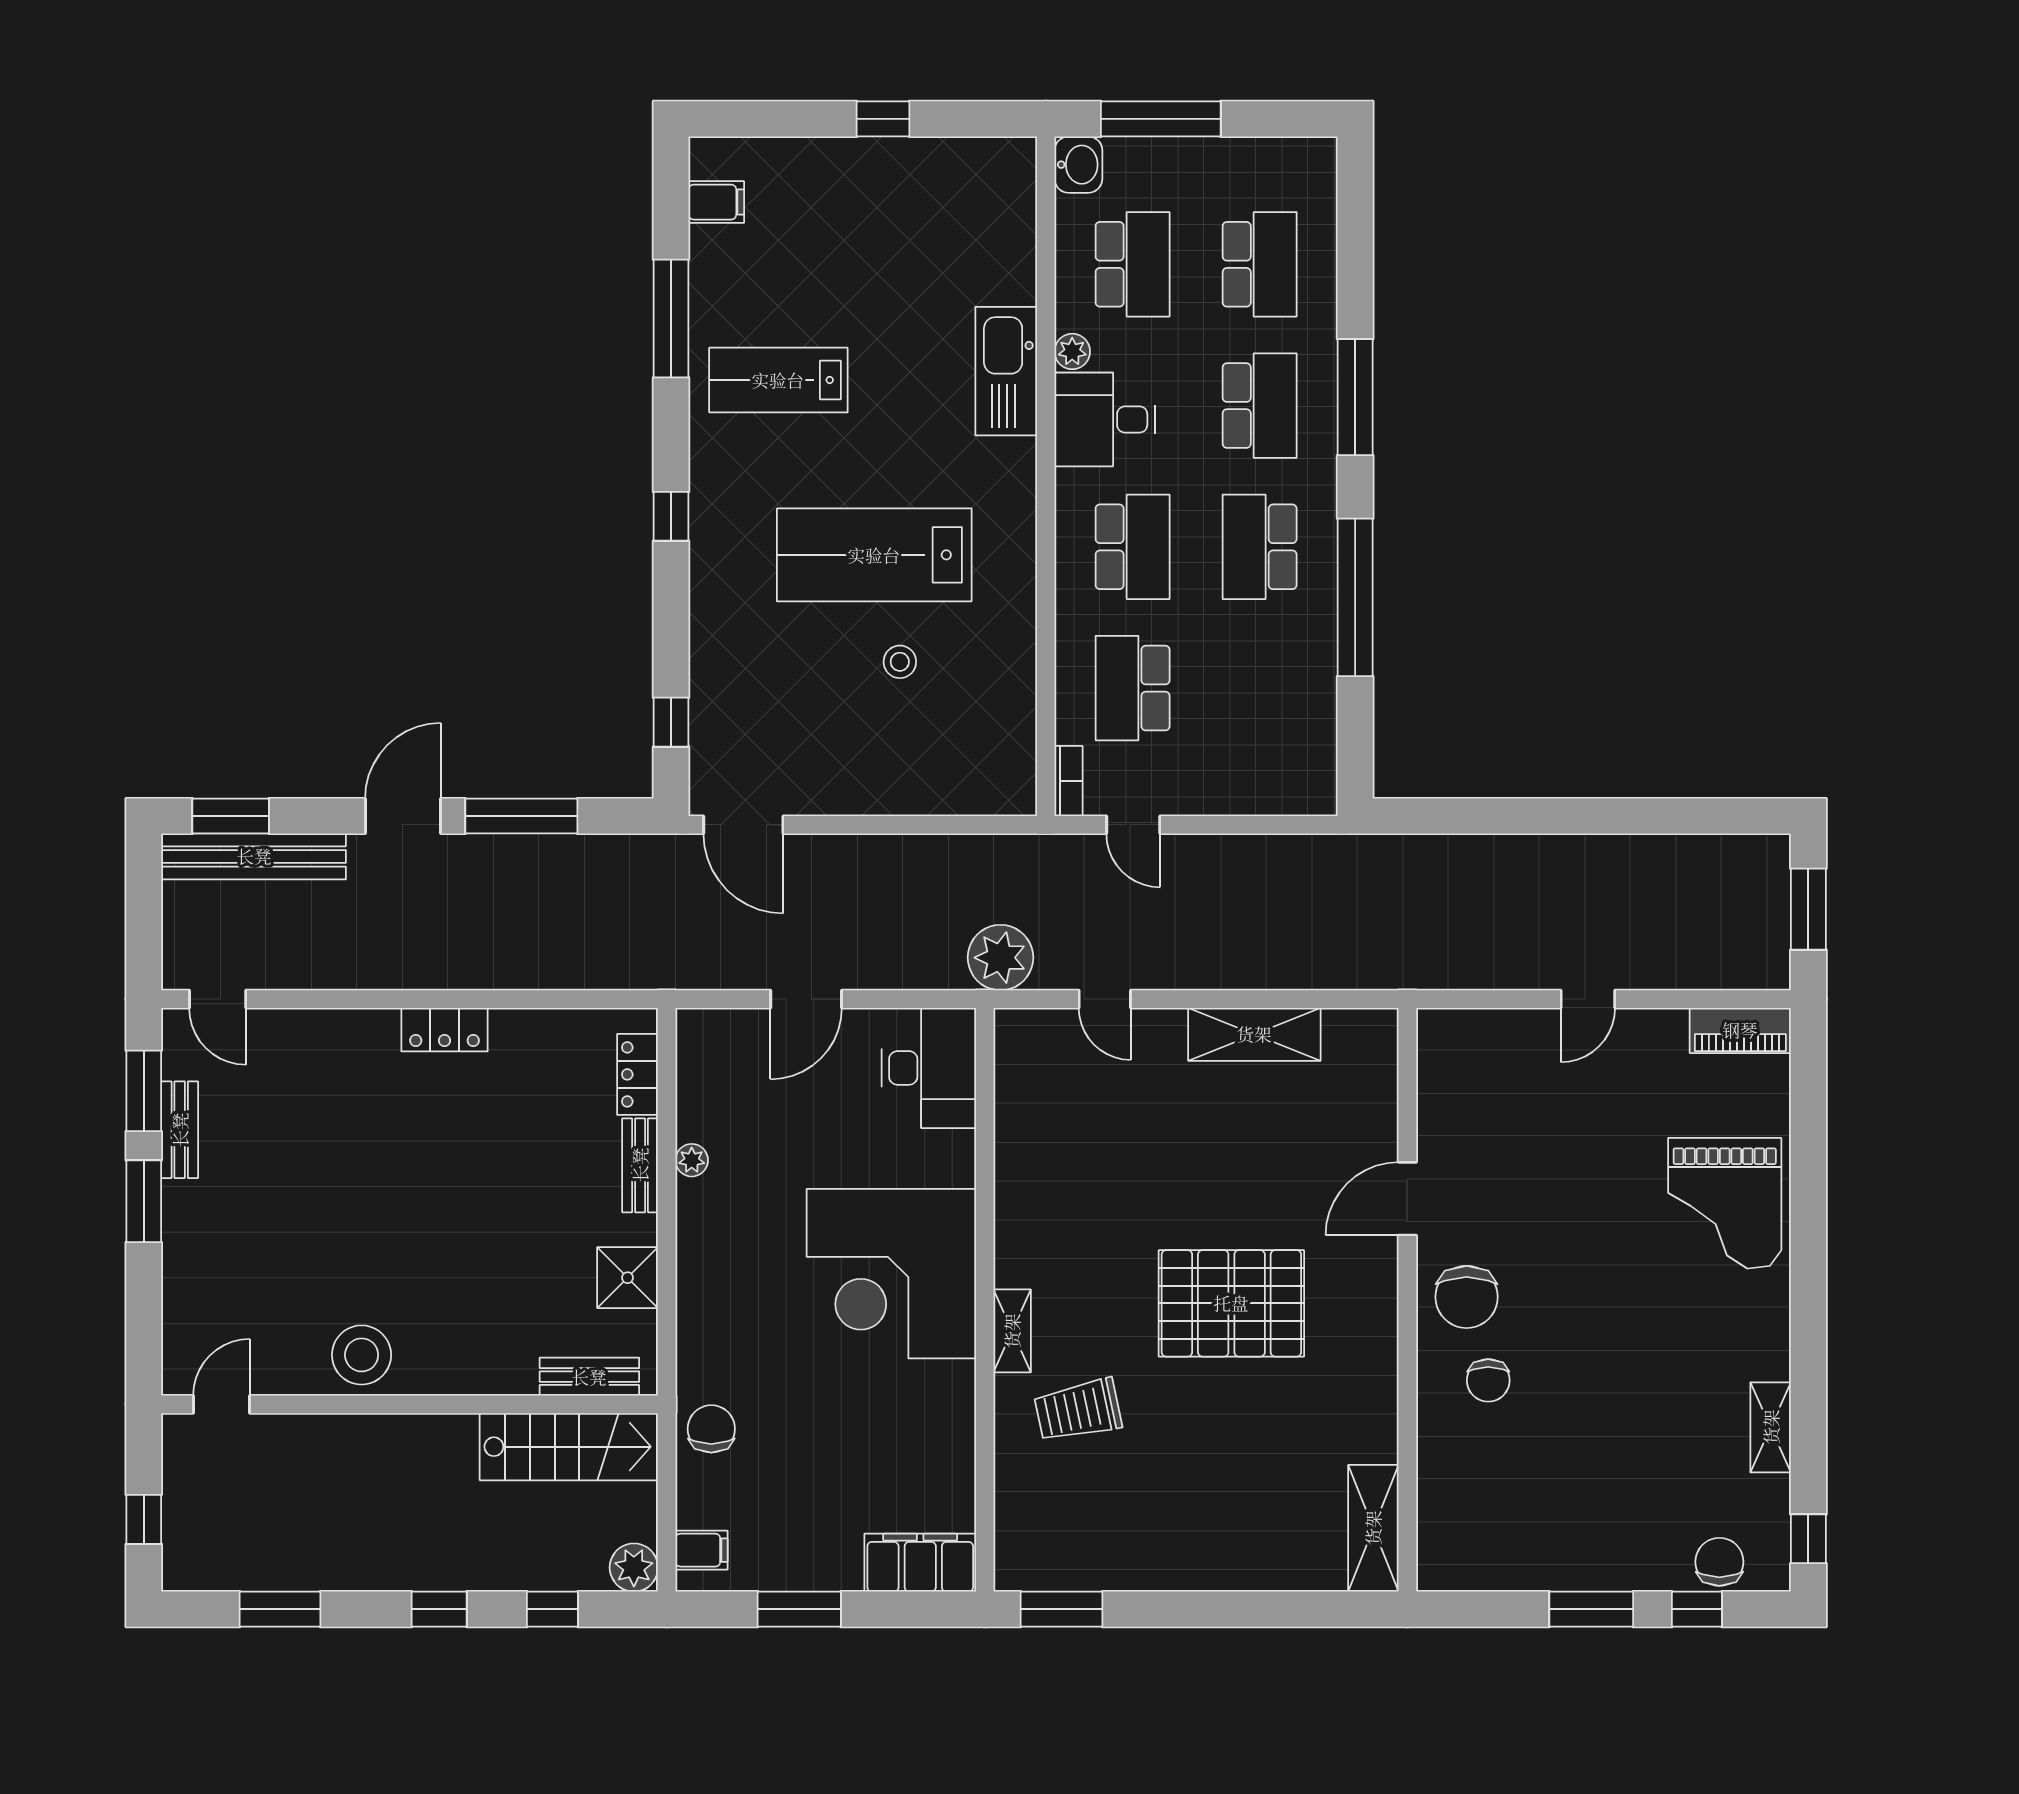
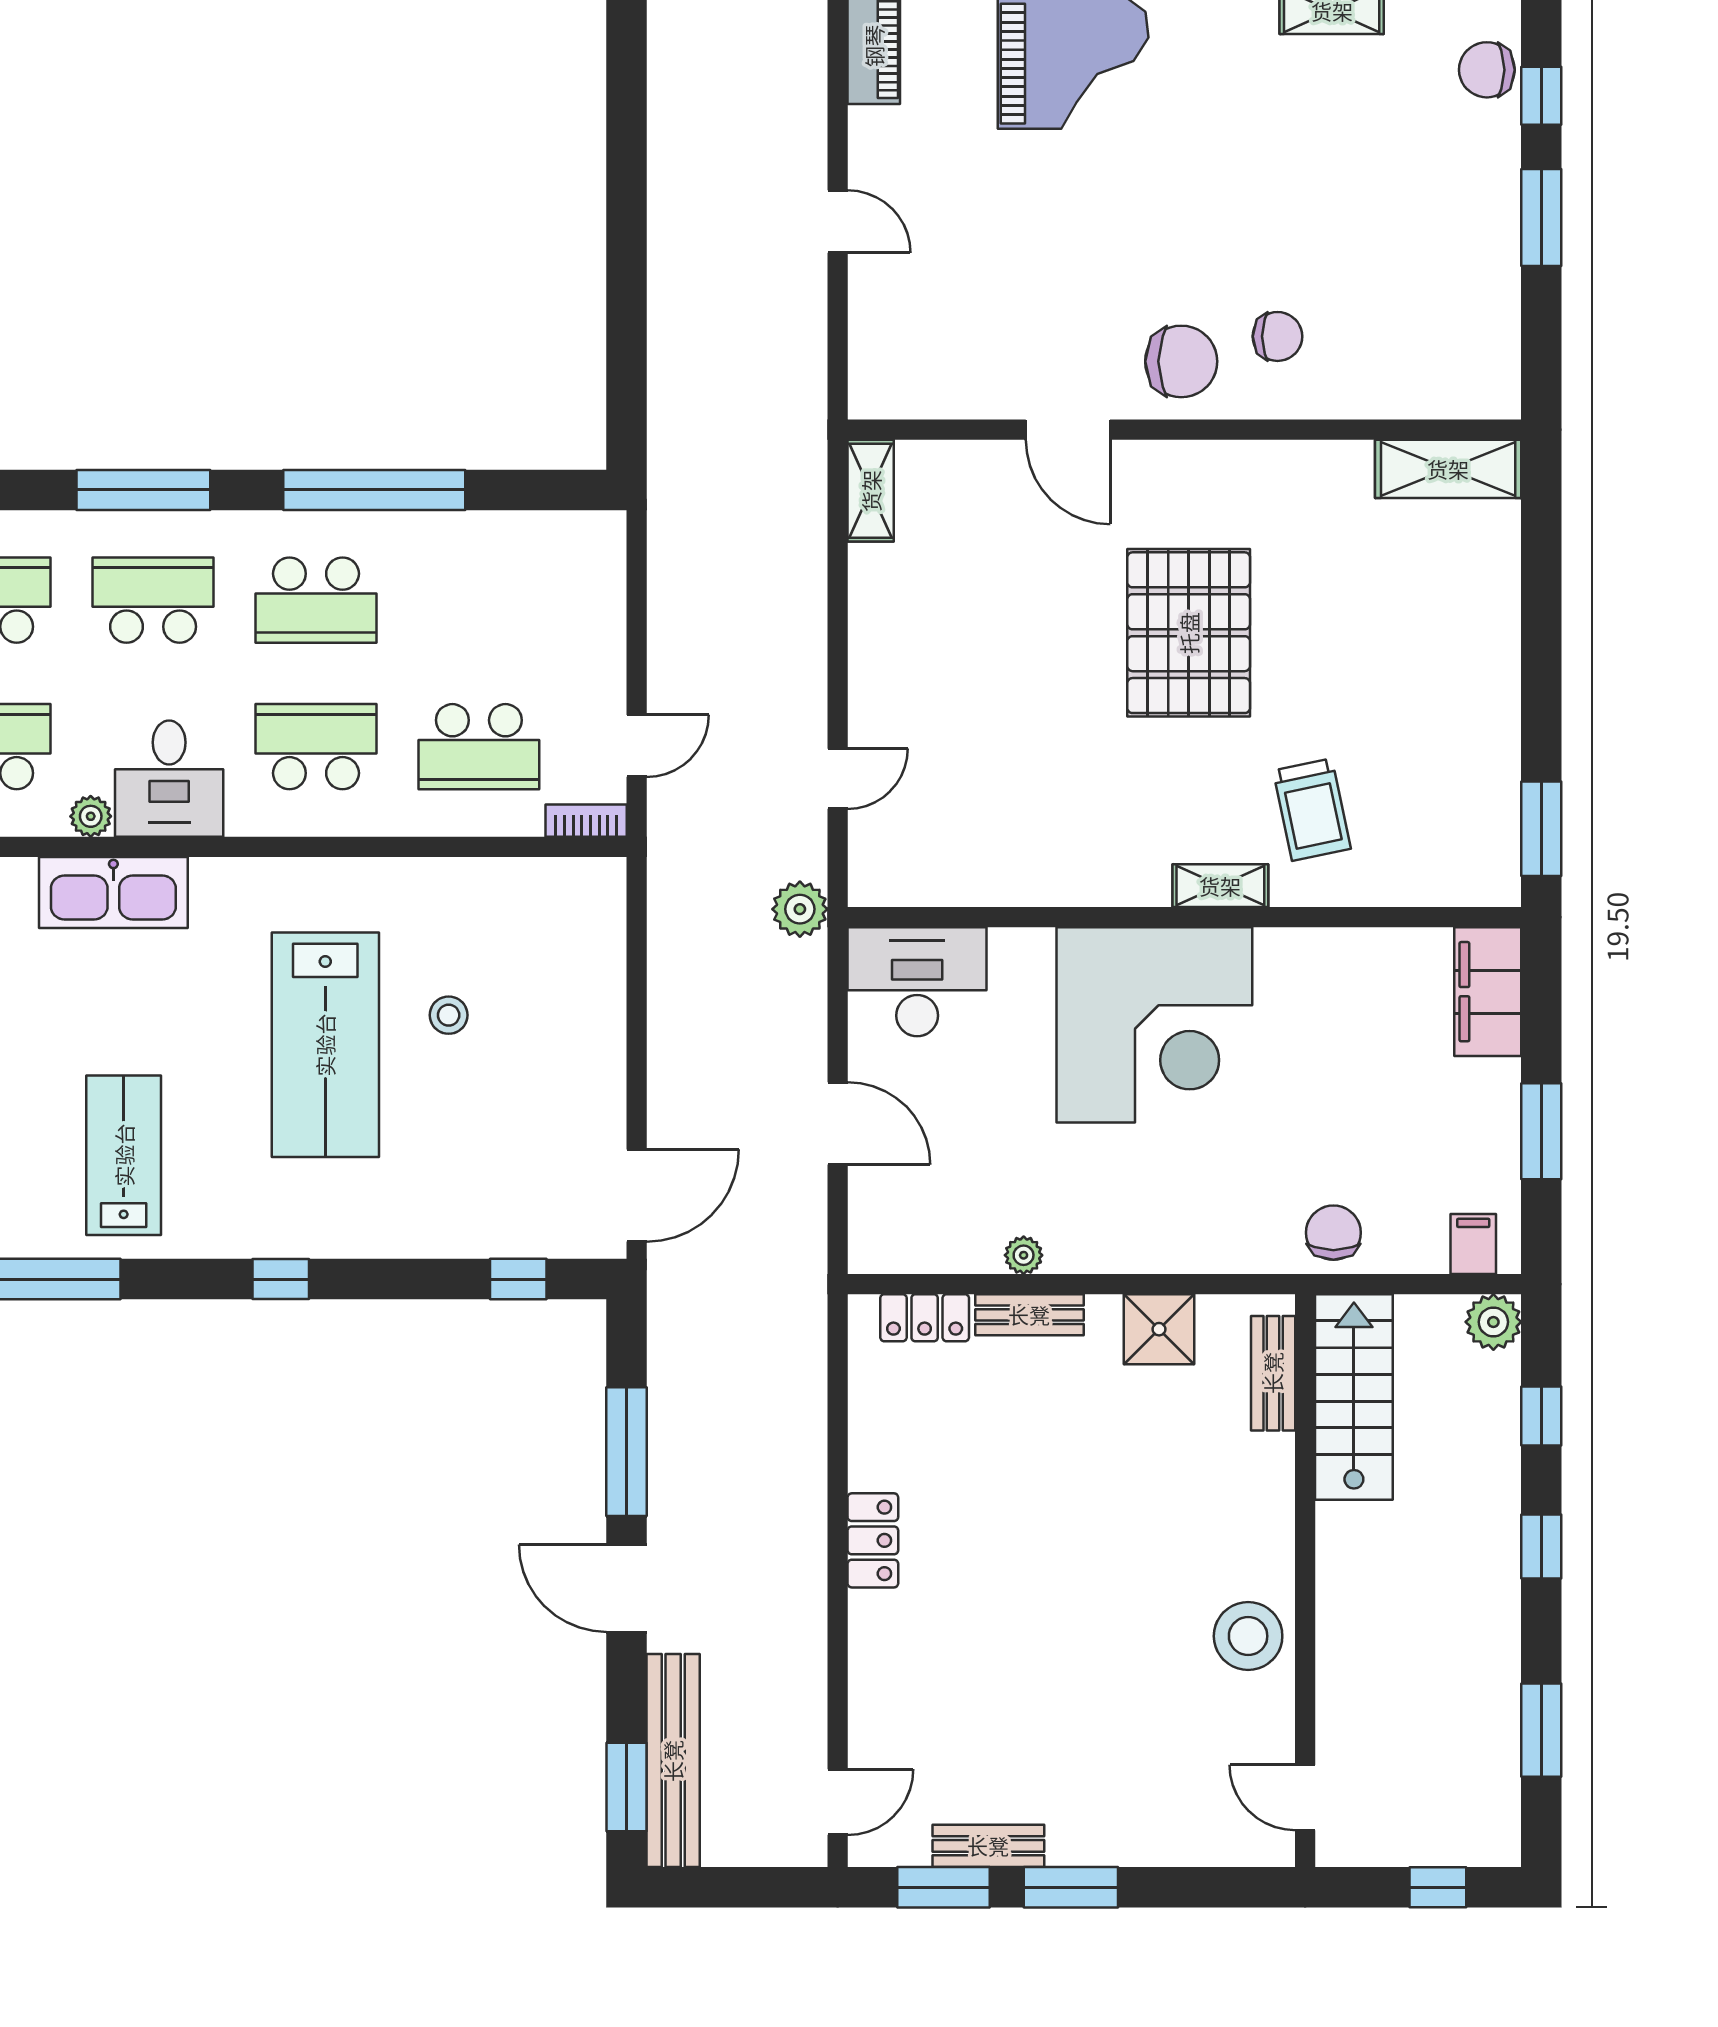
lab bench: (778, 380) -> (124, 1155), turned 180
plant: (1000, 958) -> (800, 909), width x0.73, depth x0.73
shelving: (1254, 1034) -> (871, 491), moved, width x0.67, depth x0.75
chair: (711, 1429) -> (1333, 1233), turned 90

